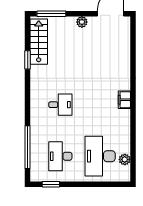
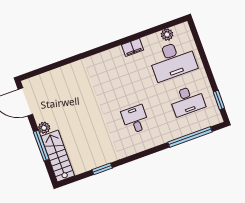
window: (51, 14) -> (41, 146), moved
stairs: (39, 42) -> (58, 156), moved, turned 90
filing cabinet: (124, 100) -> (133, 47), moved

